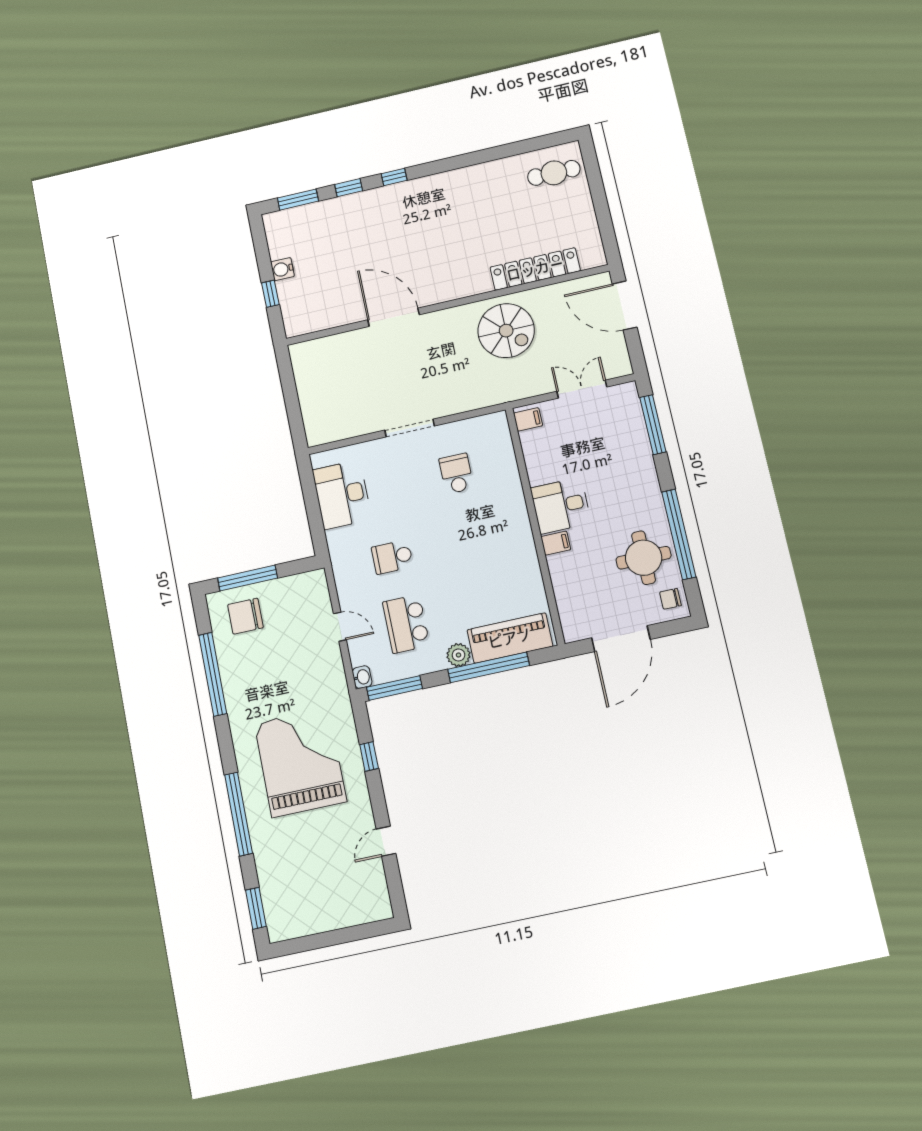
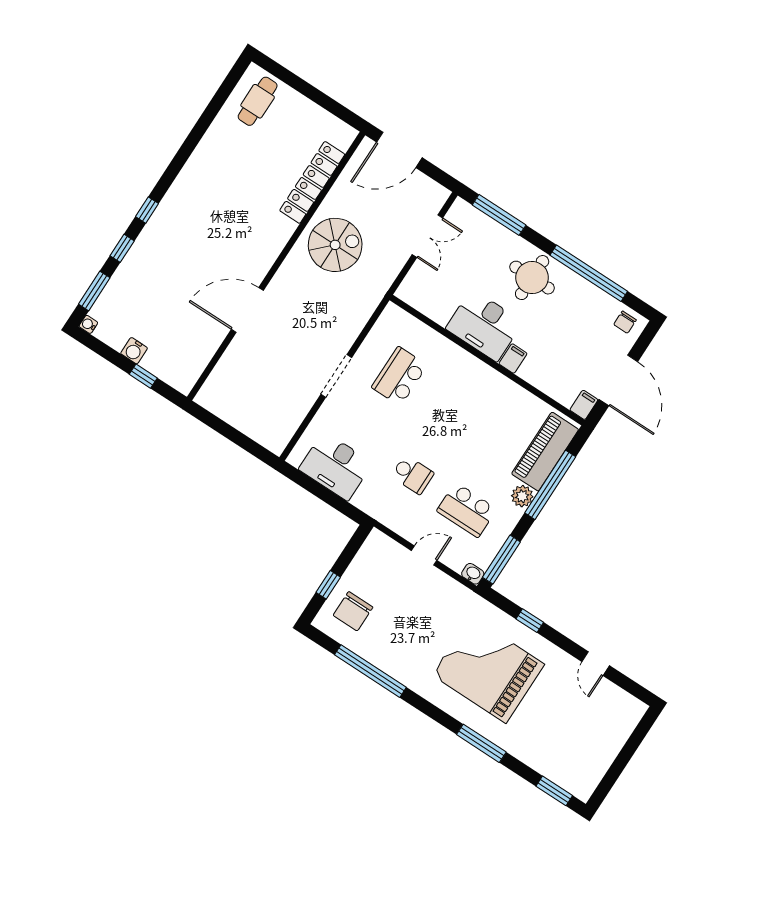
water cooler: (269, 220) -> (88, 324), added
double door: (582, 389) -> (427, 236), swing flipped
filing cabinet: (528, 419) -> (584, 405), moved
school desk: (456, 474) -> (399, 376), width x1.85
desk: (561, 506) -> (484, 325), width x1.37
school desk: (392, 557) -> (413, 475), turned -90
round table: (644, 558) -> (532, 278), moved
window: (248, 578) -> (328, 585), width x0.46
window: (239, 814) -> (481, 743), width x0.68

